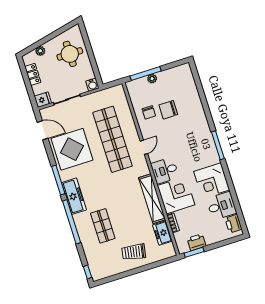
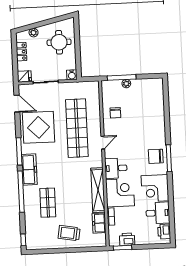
chair: (168, 110) -> (156, 156), moved

